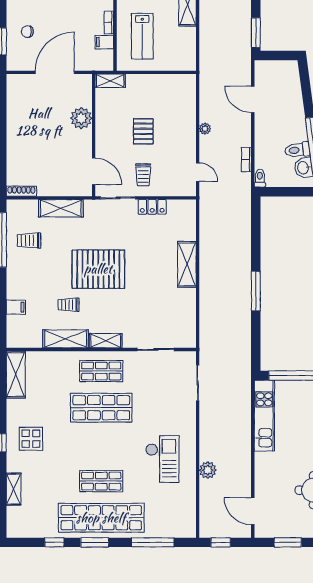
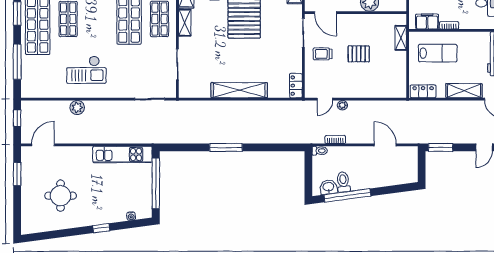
lab bench: (142, 36) -> (438, 53), turned 180
filing cabinet: (104, 42) -> (427, 22), width x2.00
locker: (188, 54) -> (423, 91), added
shelving: (110, 81) -> (401, 38), moved
door: (253, 99) -> (385, 145), hinge flipped
plant: (205, 129) -> (342, 105), moved
door: (94, 171) -> (325, 13), hinge flipped
locker: (152, 207) -> (296, 86), moved
shelving: (187, 264) -> (239, 90), width x1.47

